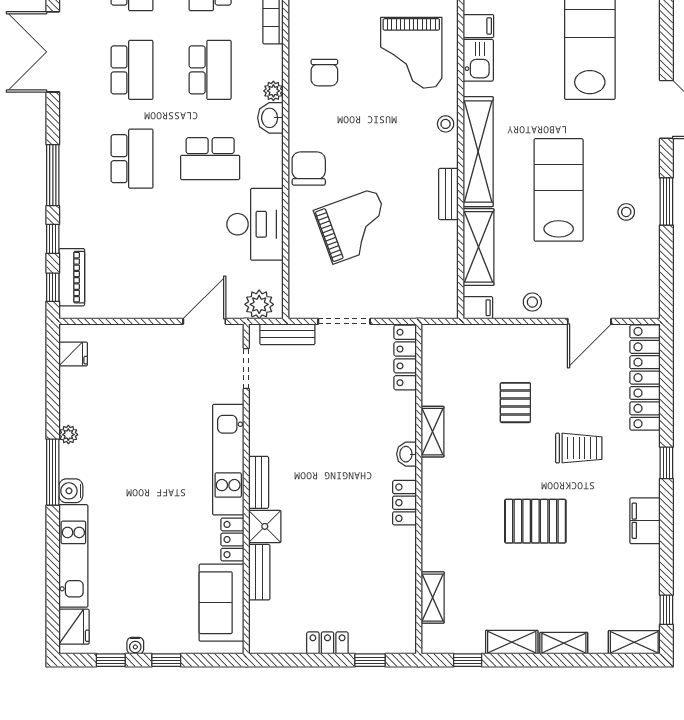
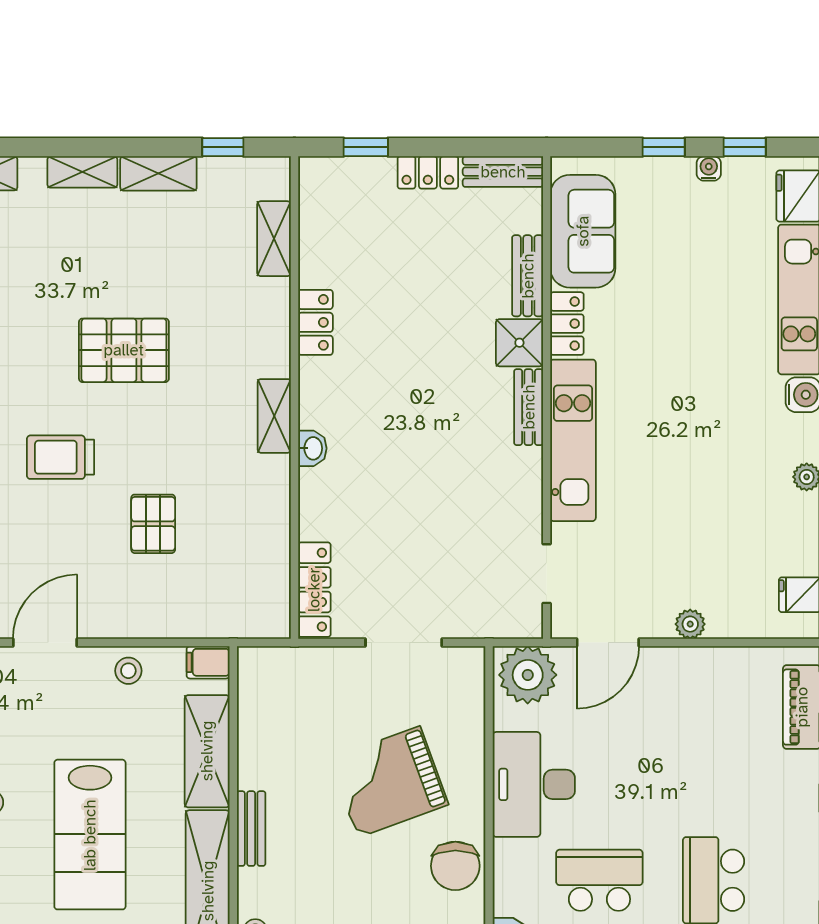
plant: (259, 304) -> (528, 675), width x1.36, depth x1.36
plant: (148, 334) -> (690, 624), added
bench: (287, 334) -> (503, 172), moved
shelving: (433, 432) -> (274, 416), moved
locker: (404, 503) -> (315, 322), moved

